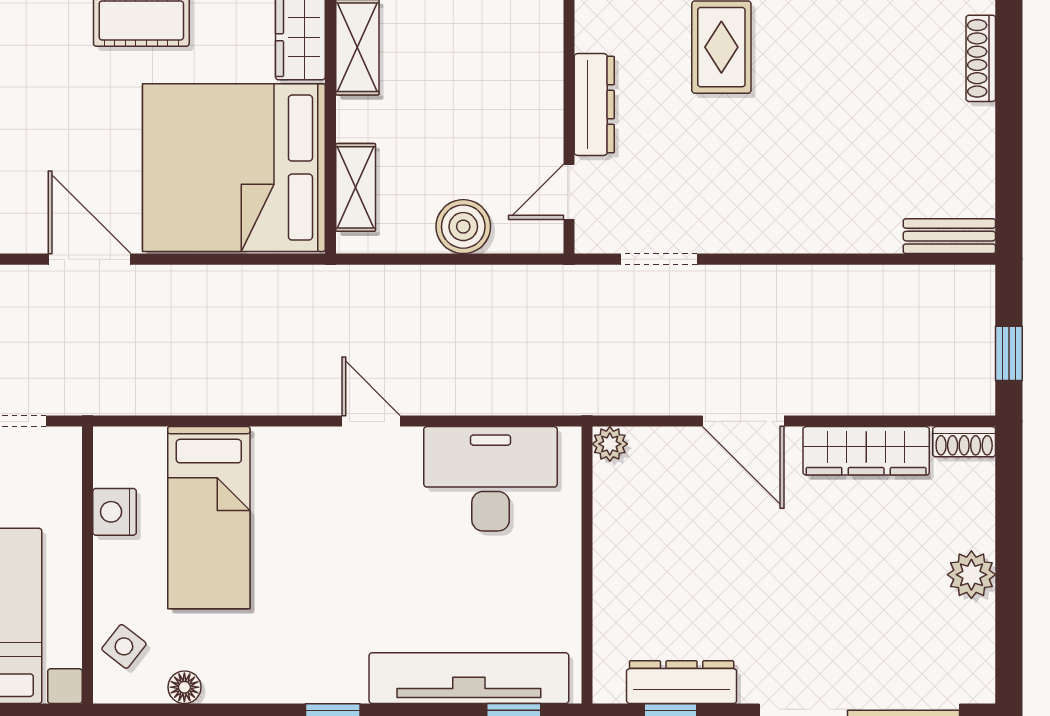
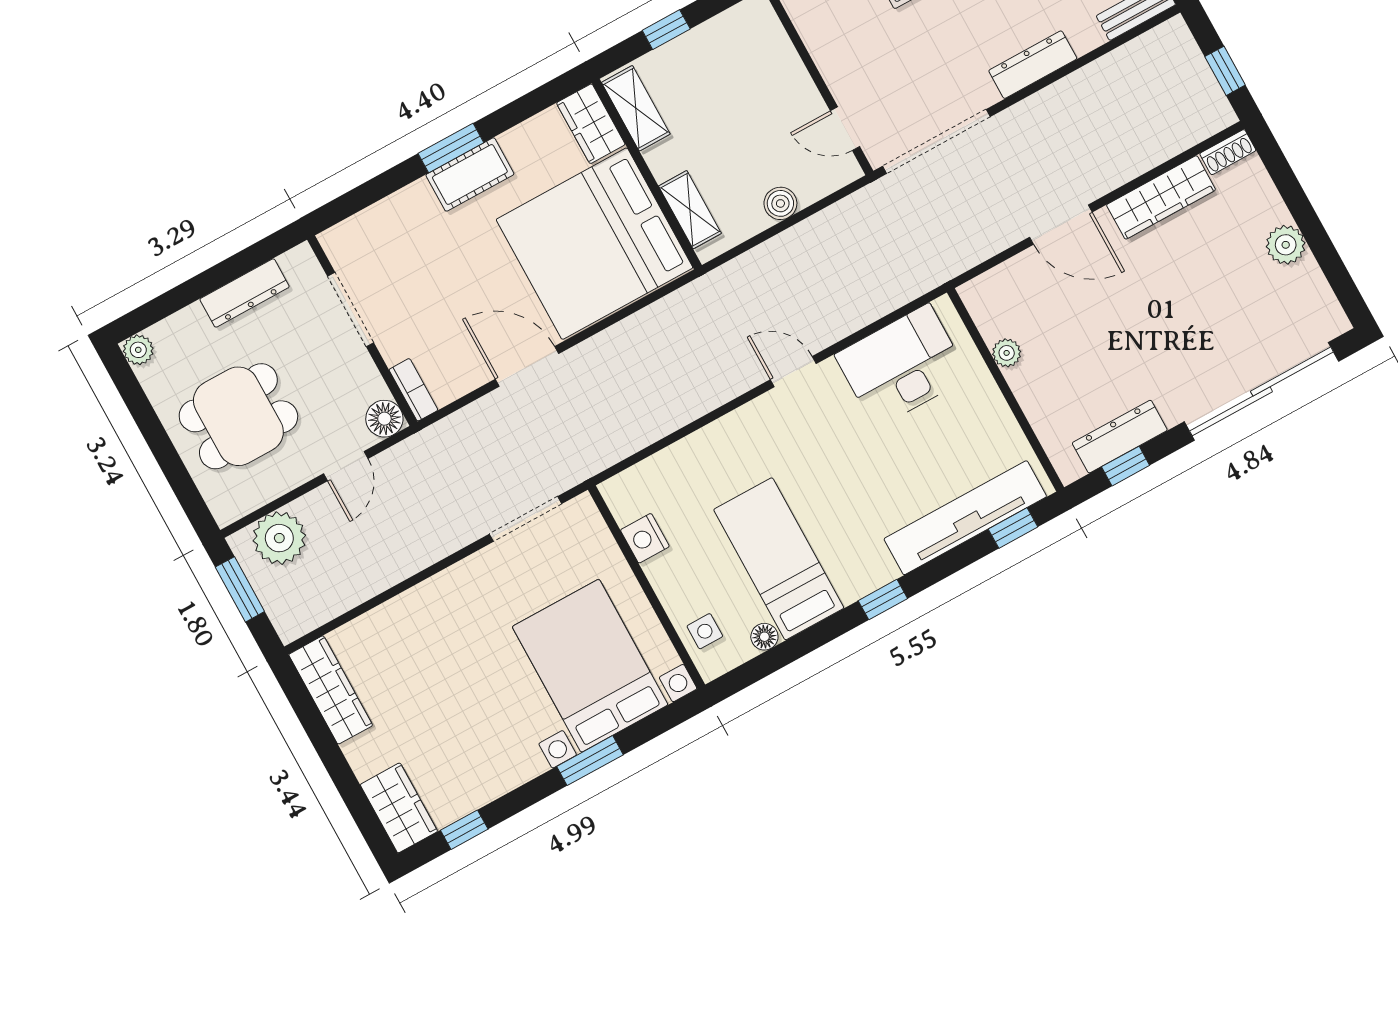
dresser: (594, 105) -> (1033, 65), moved, turned -90
door: (569, 192) -> (845, 129), hinge flipped
boiler: (463, 227) -> (780, 203), width x0.73, depth x0.73
doorway: (659, 259) -> (936, 141), width x1.87
plant: (610, 444) -> (1007, 353), moved
bed: (209, 518) -> (779, 559), moved, turned 180
side table: (124, 646) -> (705, 631), turned -38

